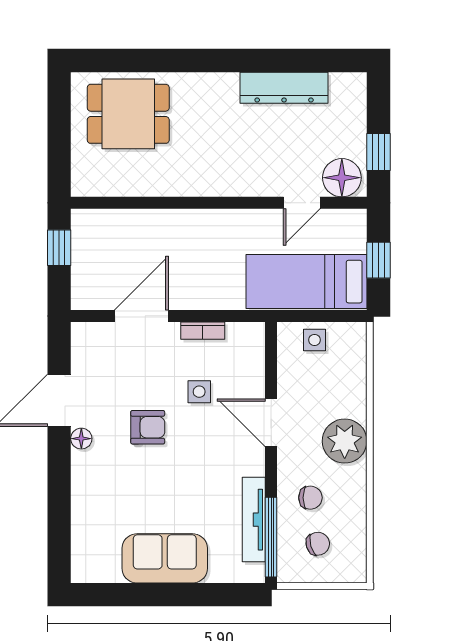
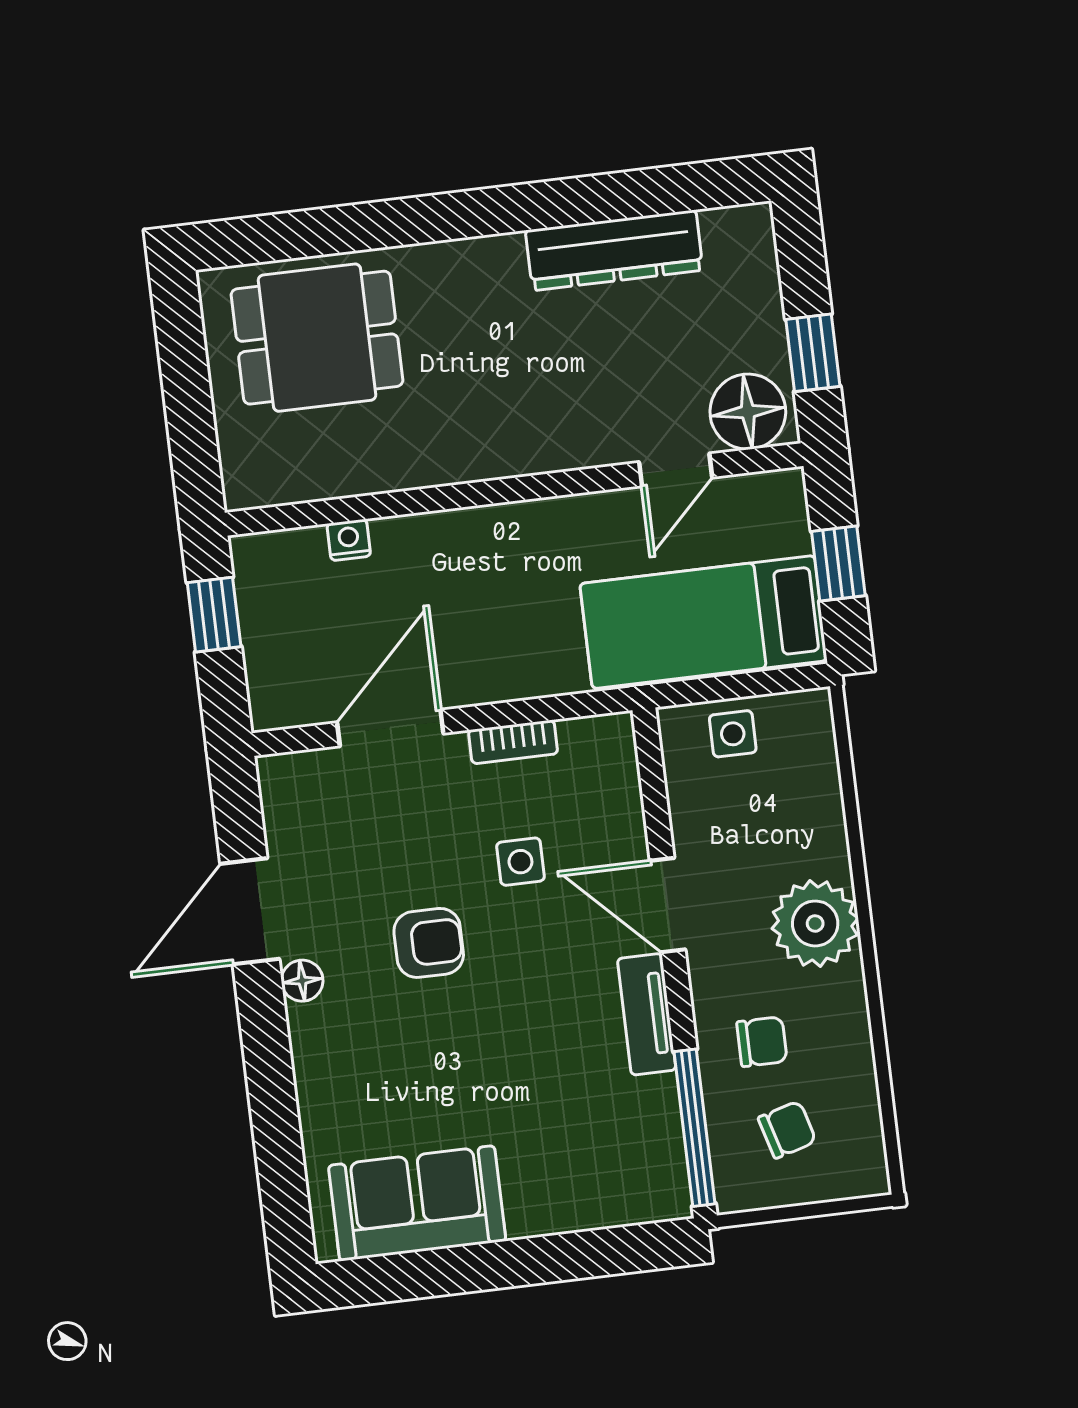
nightstand: (132, 218) -> (349, 540), added
tv unit: (254, 520) -> (647, 1014), moved, width x0.71
sofa: (165, 558) -> (417, 1203), moved

